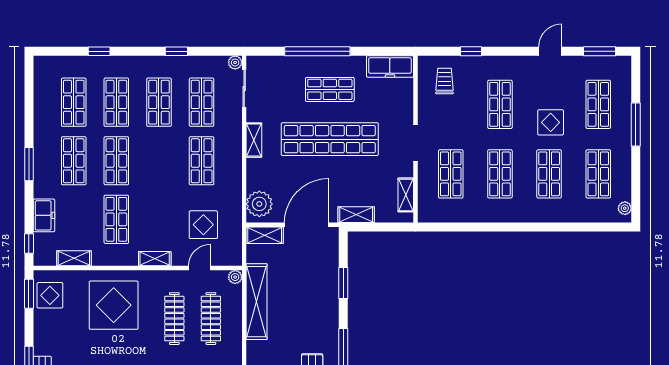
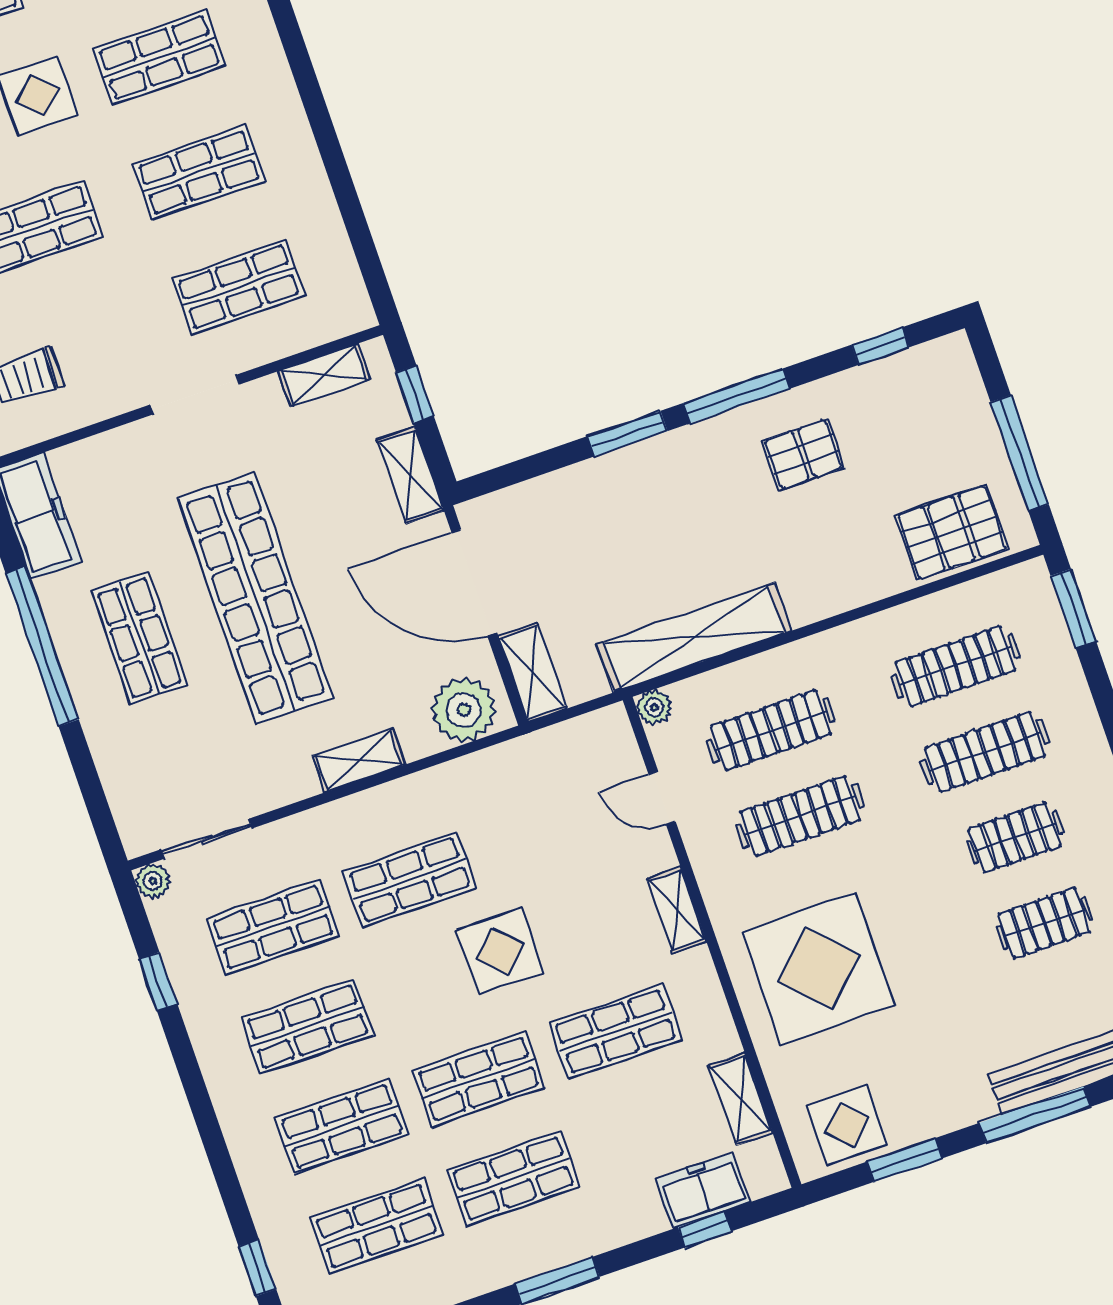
window: (99, 51) -> (257, 1268), moved
window: (176, 51) -> (158, 981), moved
window: (317, 51) -> (42, 646), moved
shelving: (254, 140) -> (359, 760), moved
freezer: (44, 215) -> (703, 1190), moved
display table: (203, 225) -> (500, 951), moved
window: (387, 227) -> (415, 394), added
window: (29, 244) -> (705, 1229), moved
window: (343, 283) -> (627, 434), moved
window: (29, 294) -> (904, 1160), moved

